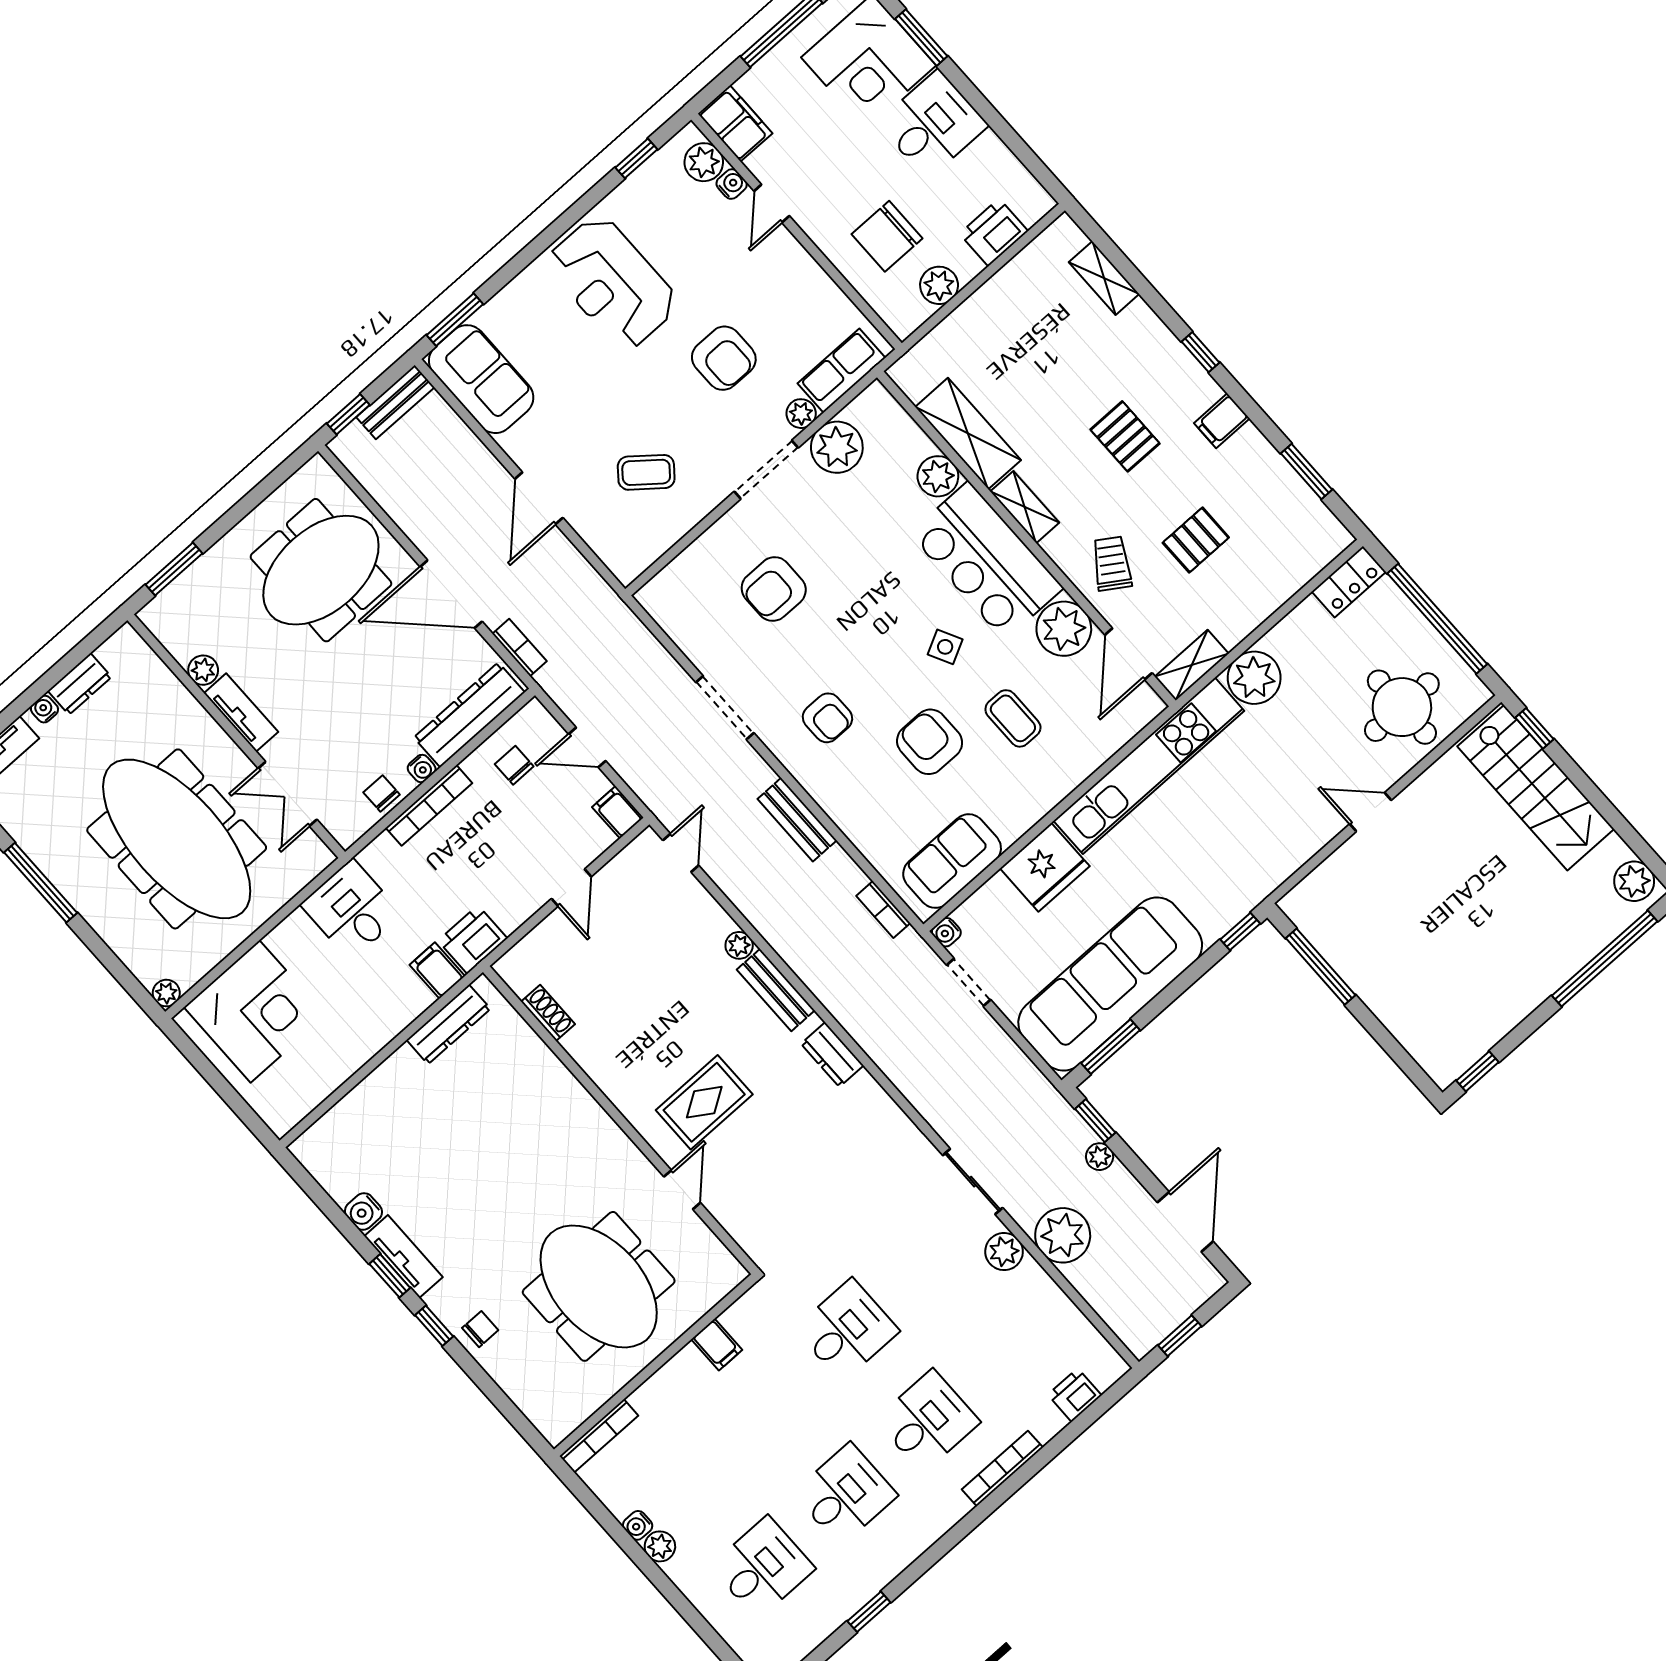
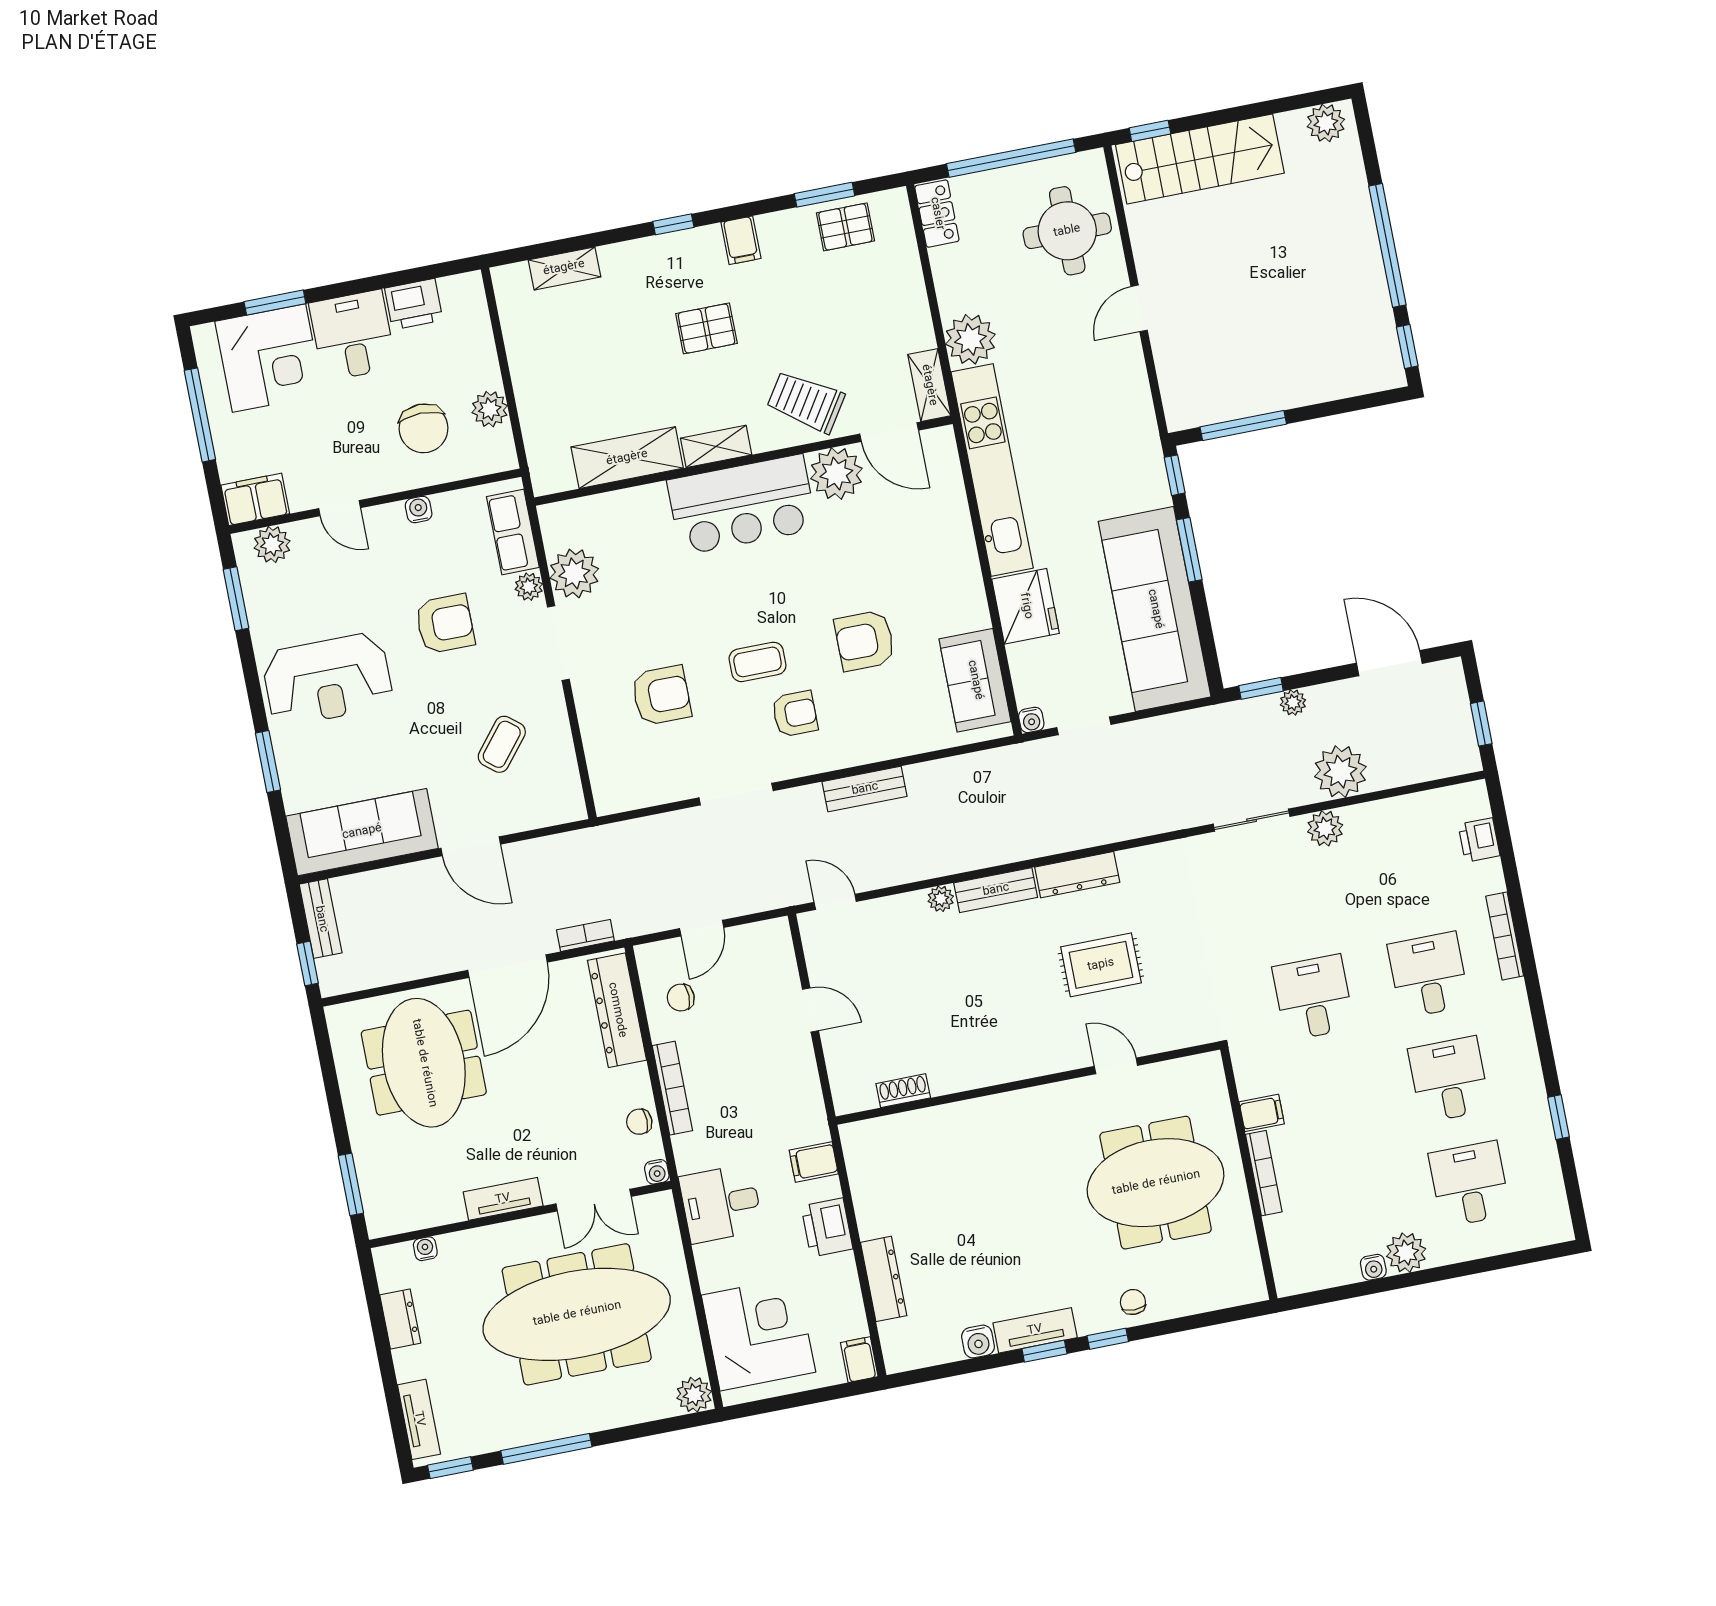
window: (636, 158) -> (236, 599), width x1.50
water cooler: (732, 184) -> (419, 509), moved
printer: (994, 232) -> (414, 304), moved, turned -90
window: (455, 320) -> (268, 762), moved
sofa: (481, 379) -> (362, 832), width x1.36
plant: (938, 476) -> (648, 504), removed
pallet: (1196, 540) -> (845, 227), moved, turned 90
trolley: (1112, 564) -> (806, 402), width x1.36, depth x1.39
armchair: (774, 589) -> (661, 695), turned -90
side table: (945, 647) -> (793, 581), removed
plant: (203, 670) -> (449, 1210), removed
water cooler: (44, 709) -> (425, 1249), moved, turned 90
coffee table: (1013, 718) -> (758, 662), moved
water cooler: (422, 768) -> (657, 1172), moved, turned 90
filing cabinet: (618, 812) -> (859, 1360), moved, turned 90
bookcase: (883, 910) -> (981, 761), removed
printer: (473, 940) -> (827, 1227), moved
window: (1605, 958) -> (1387, 245), moved
plant: (166, 993) -> (694, 1395), width x1.38, depth x1.38
dresser: (449, 1024) -> (884, 1279), moved
window: (1111, 1047) -> (1189, 550), moved
dresser: (832, 1055) -> (1077, 875), width x1.44
rug: (704, 1102) -> (1101, 965), moved, turned 90
bookcase: (599, 1436) -> (1264, 1173), moved
plant: (660, 1546) -> (1406, 1253), width x1.38, depth x1.38

